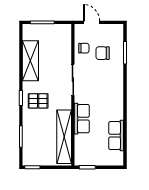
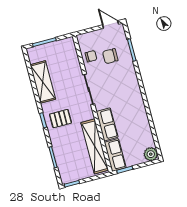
door: (92, 22) -> (111, 24), moved
row of seats: (116, 136) -> (115, 155), moved, turned 180
plant: (117, 159) -> (151, 154), added

